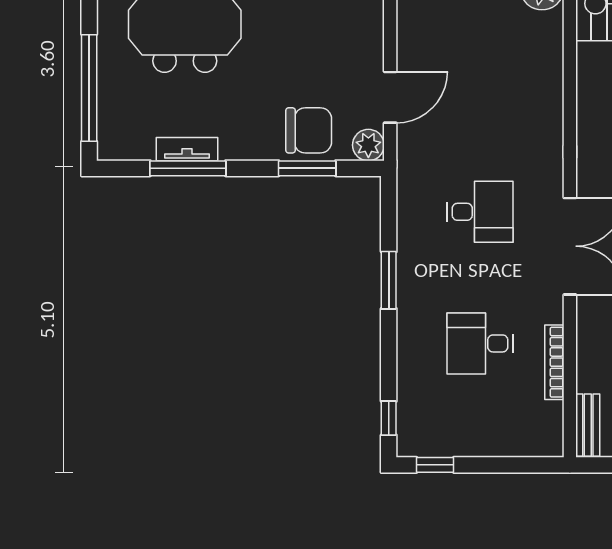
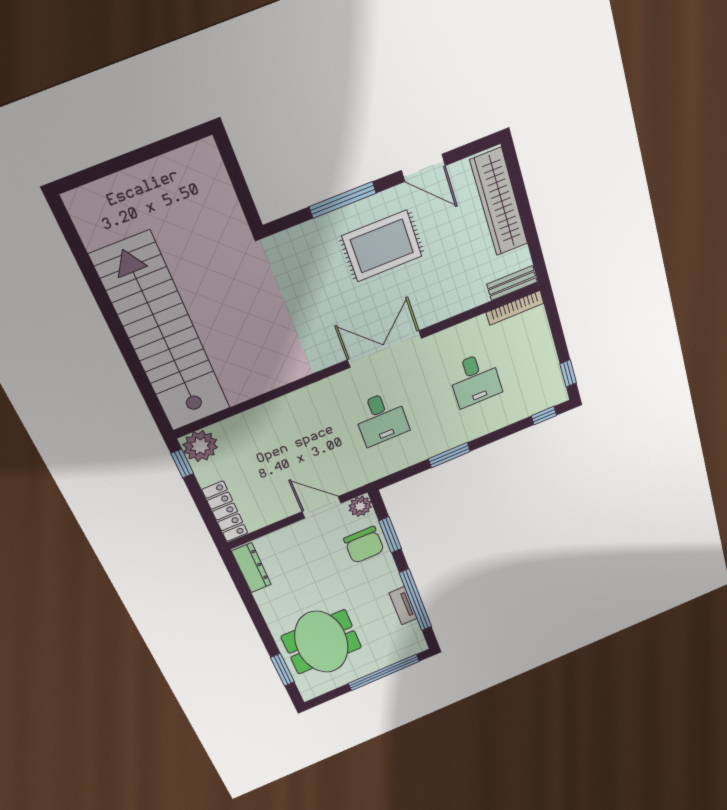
chair: (309, 130) -> (364, 545), turned 180
window: (188, 168) -> (415, 600), width x1.46
desk: (480, 212) -> (381, 418), turned 180
bookcase: (554, 362) -> (515, 308), moved

